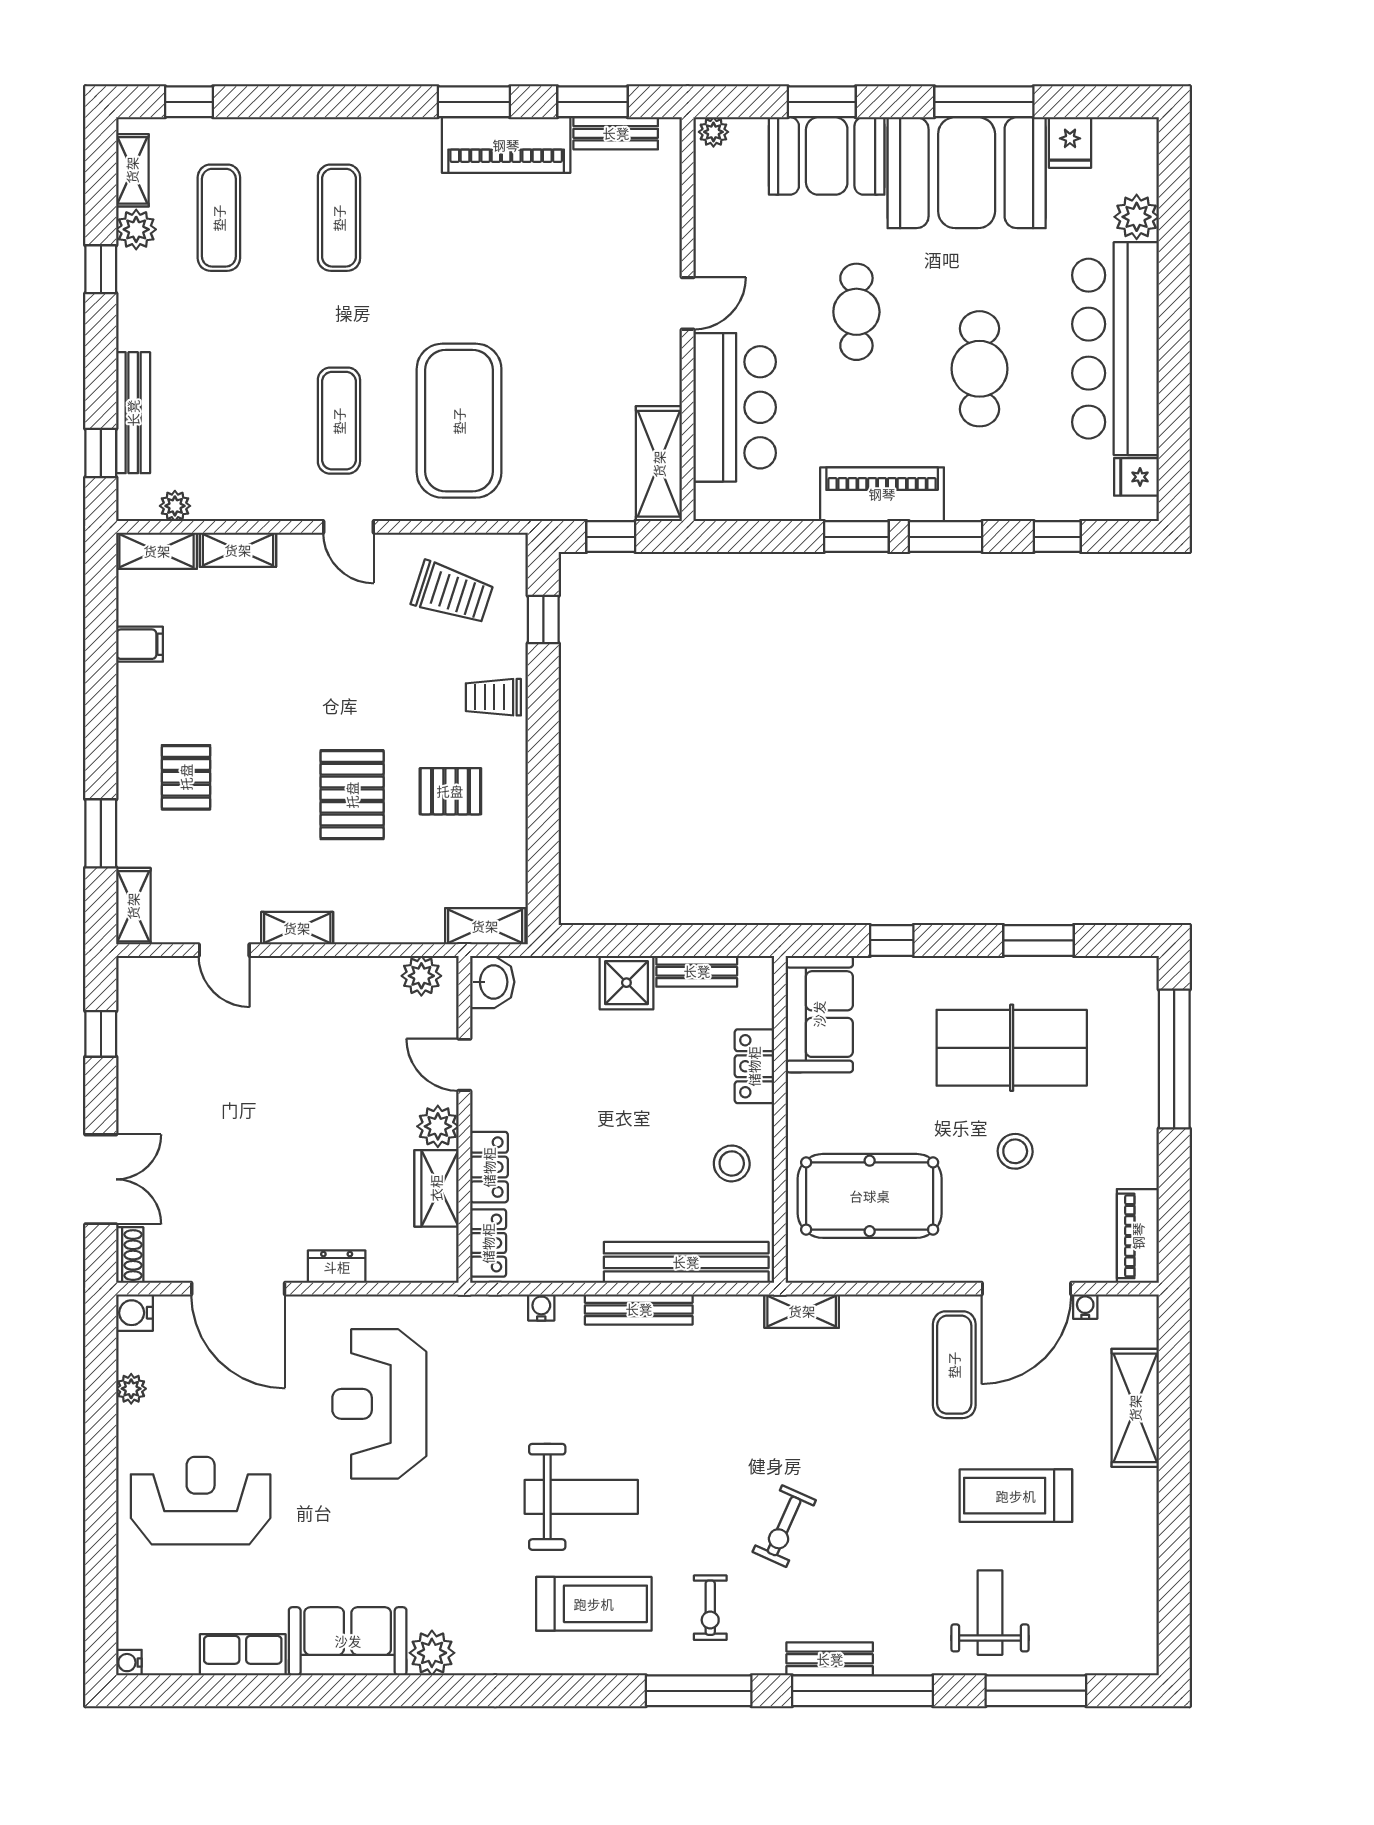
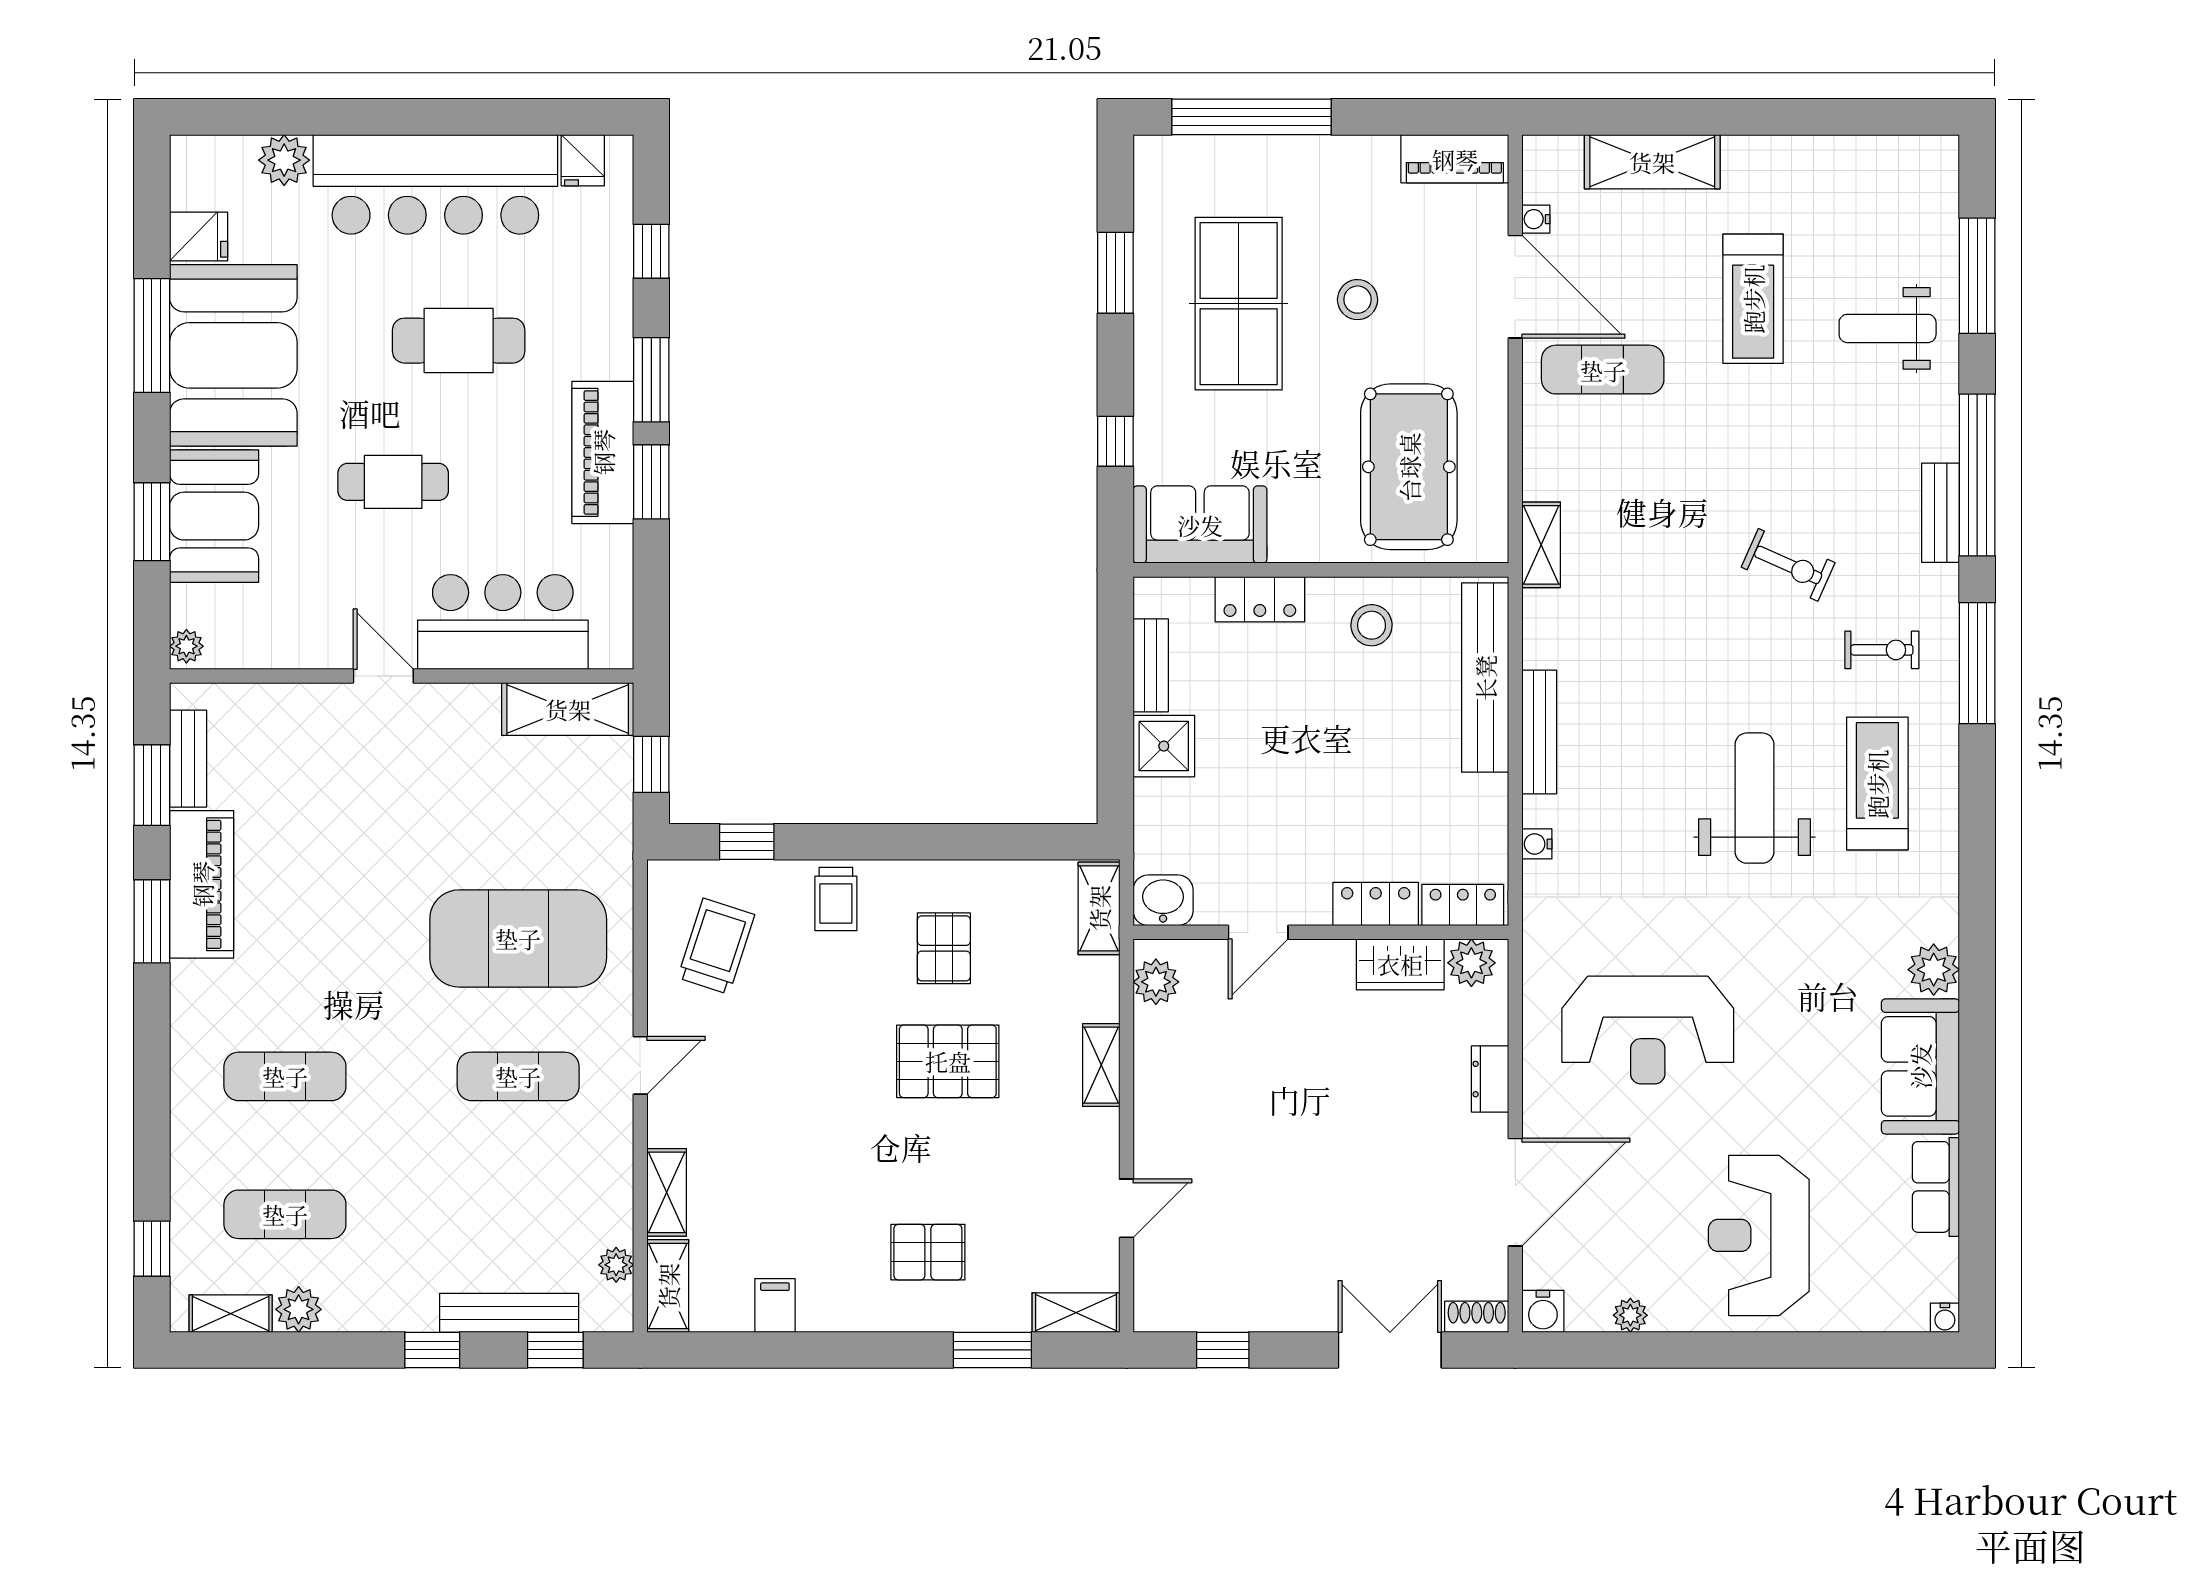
window: (101, 269) -> (432, 1350), moved
shelving: (297, 928) -> (1101, 1065), moved
plant: (438, 1126) -> (1471, 963), moved

